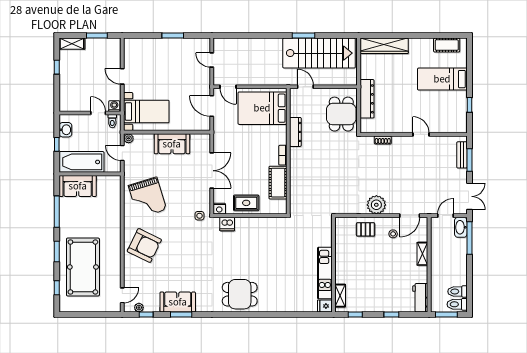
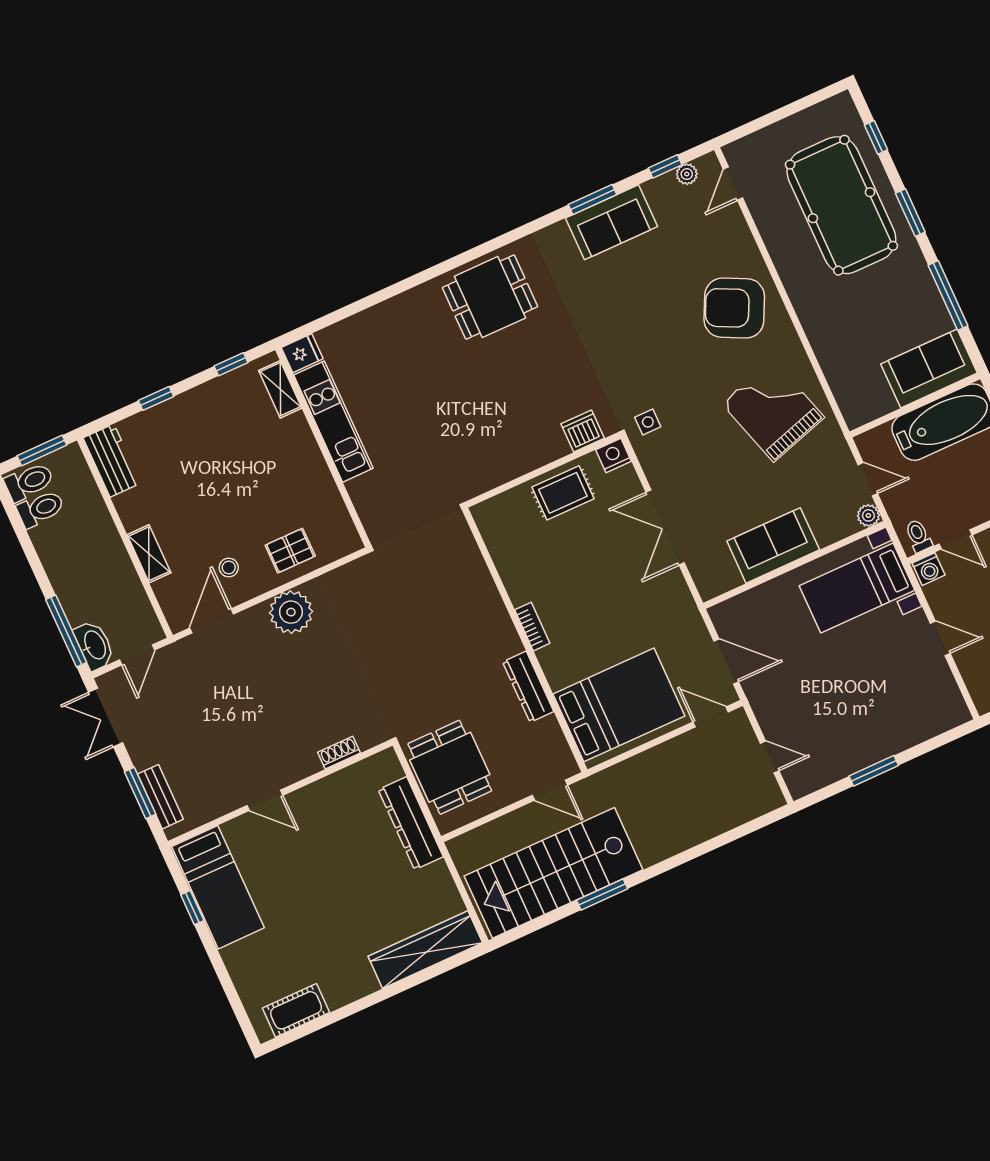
bed: (442, 79) -> (218, 887), moved, turned 90
cot: (278, 183) -> (516, 565), removed

